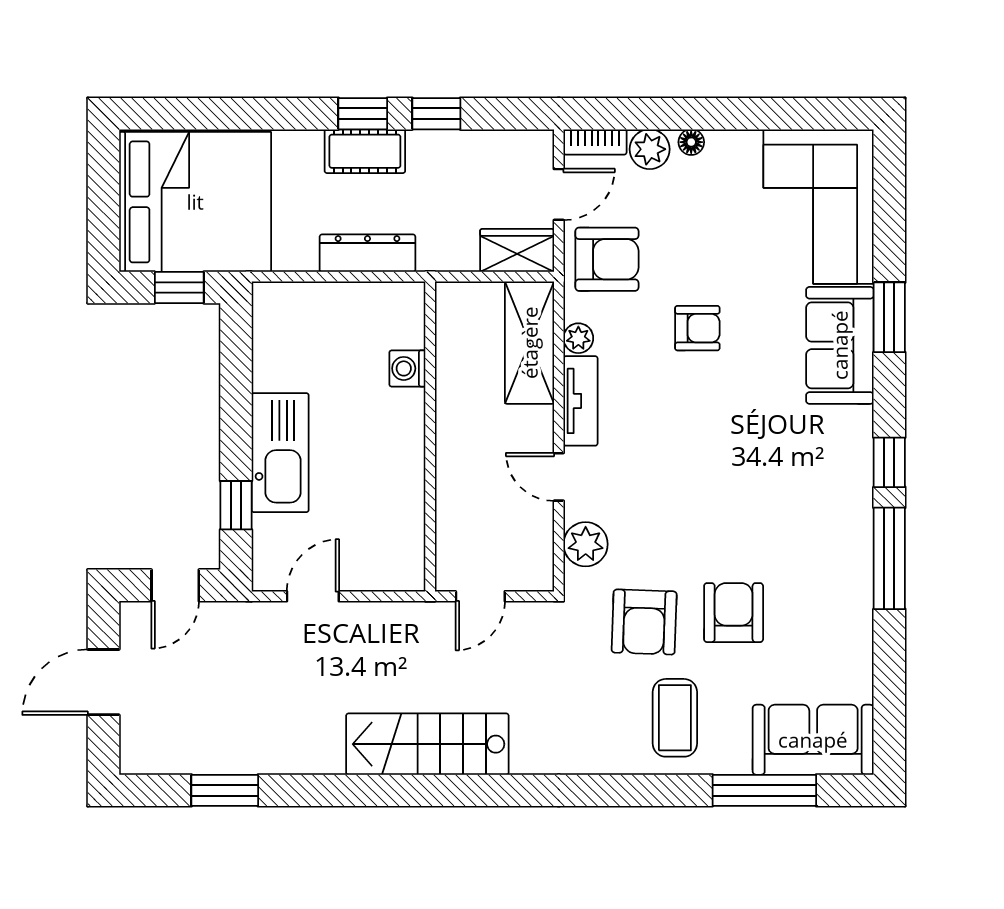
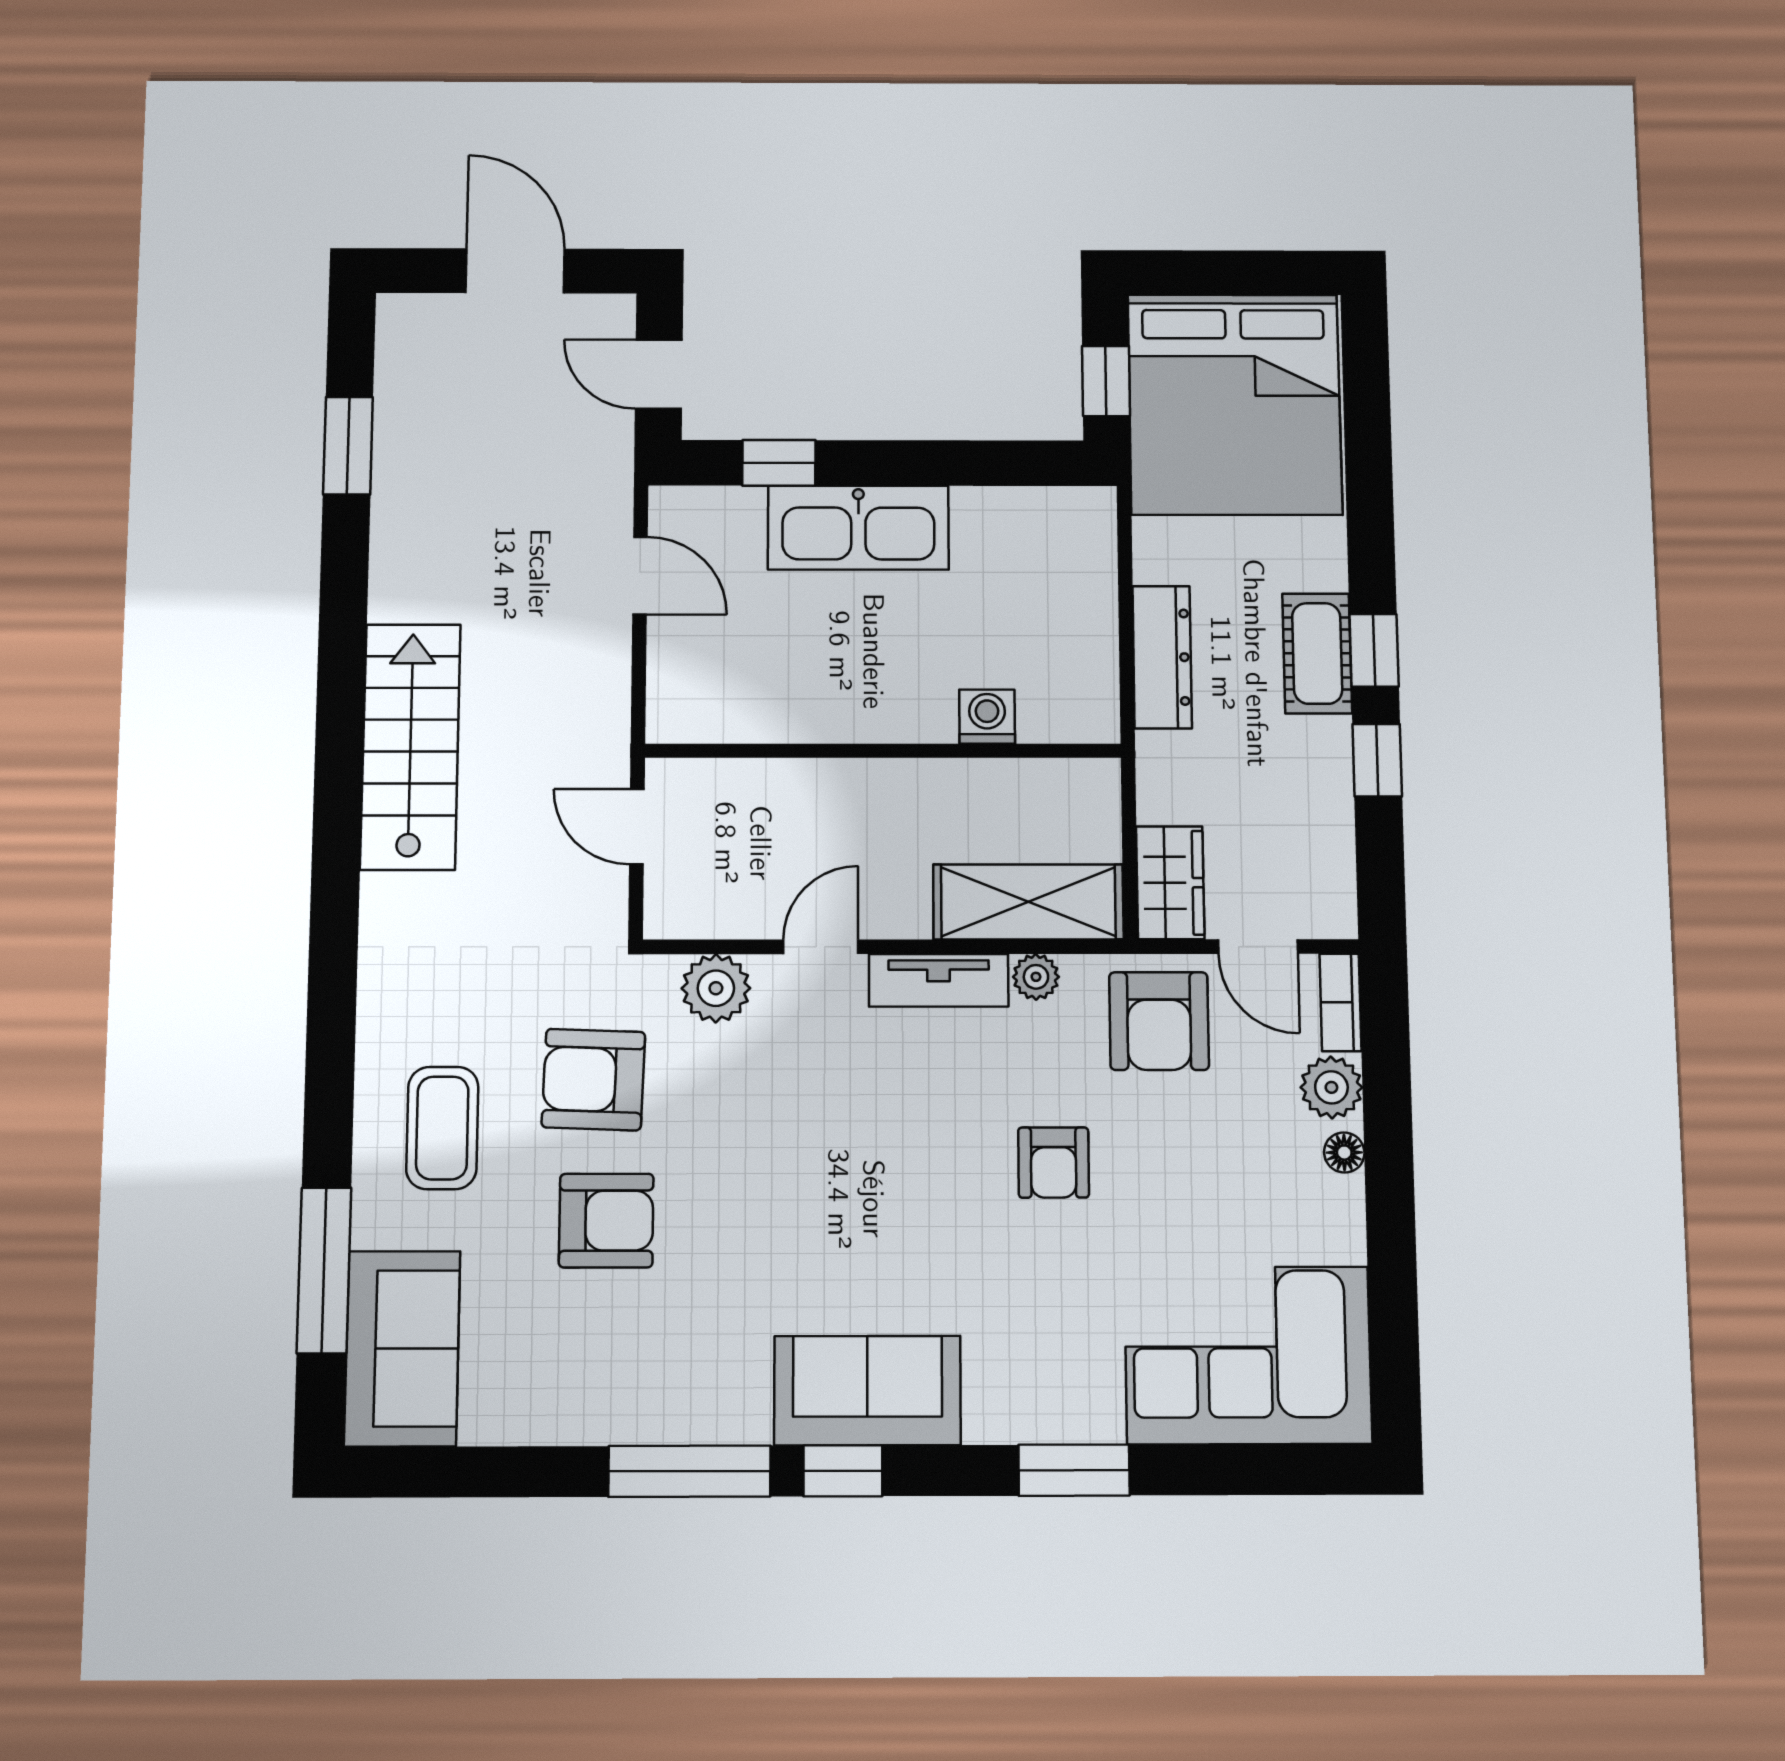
sofa: (840, 345) -> (867, 1390), moved
coffee table: (675, 718) -> (442, 1128), turned 90

